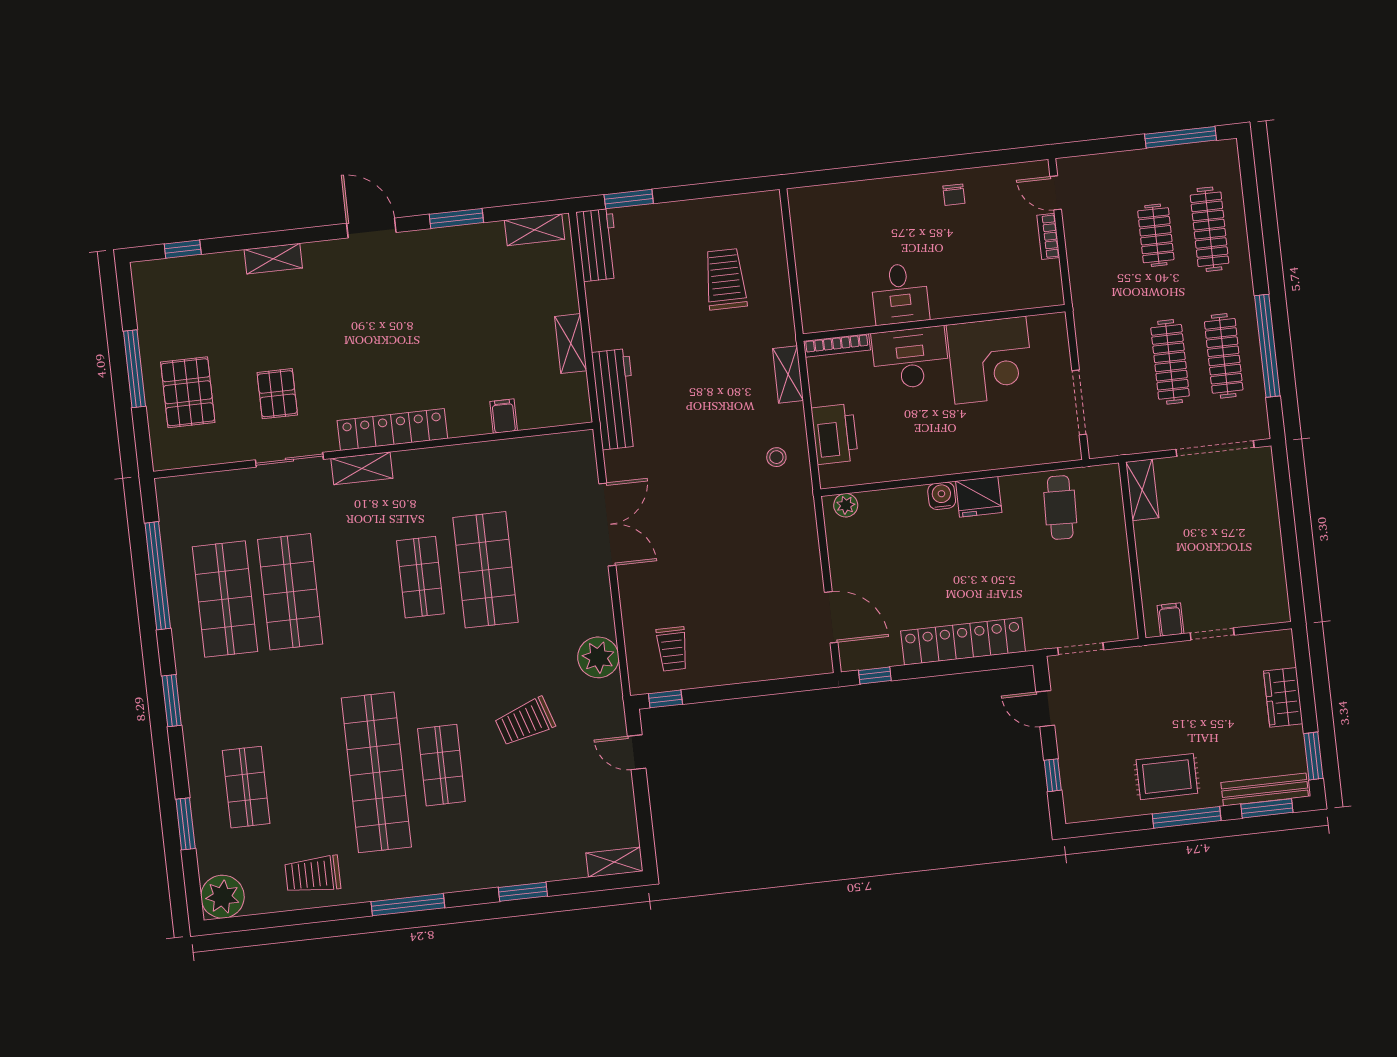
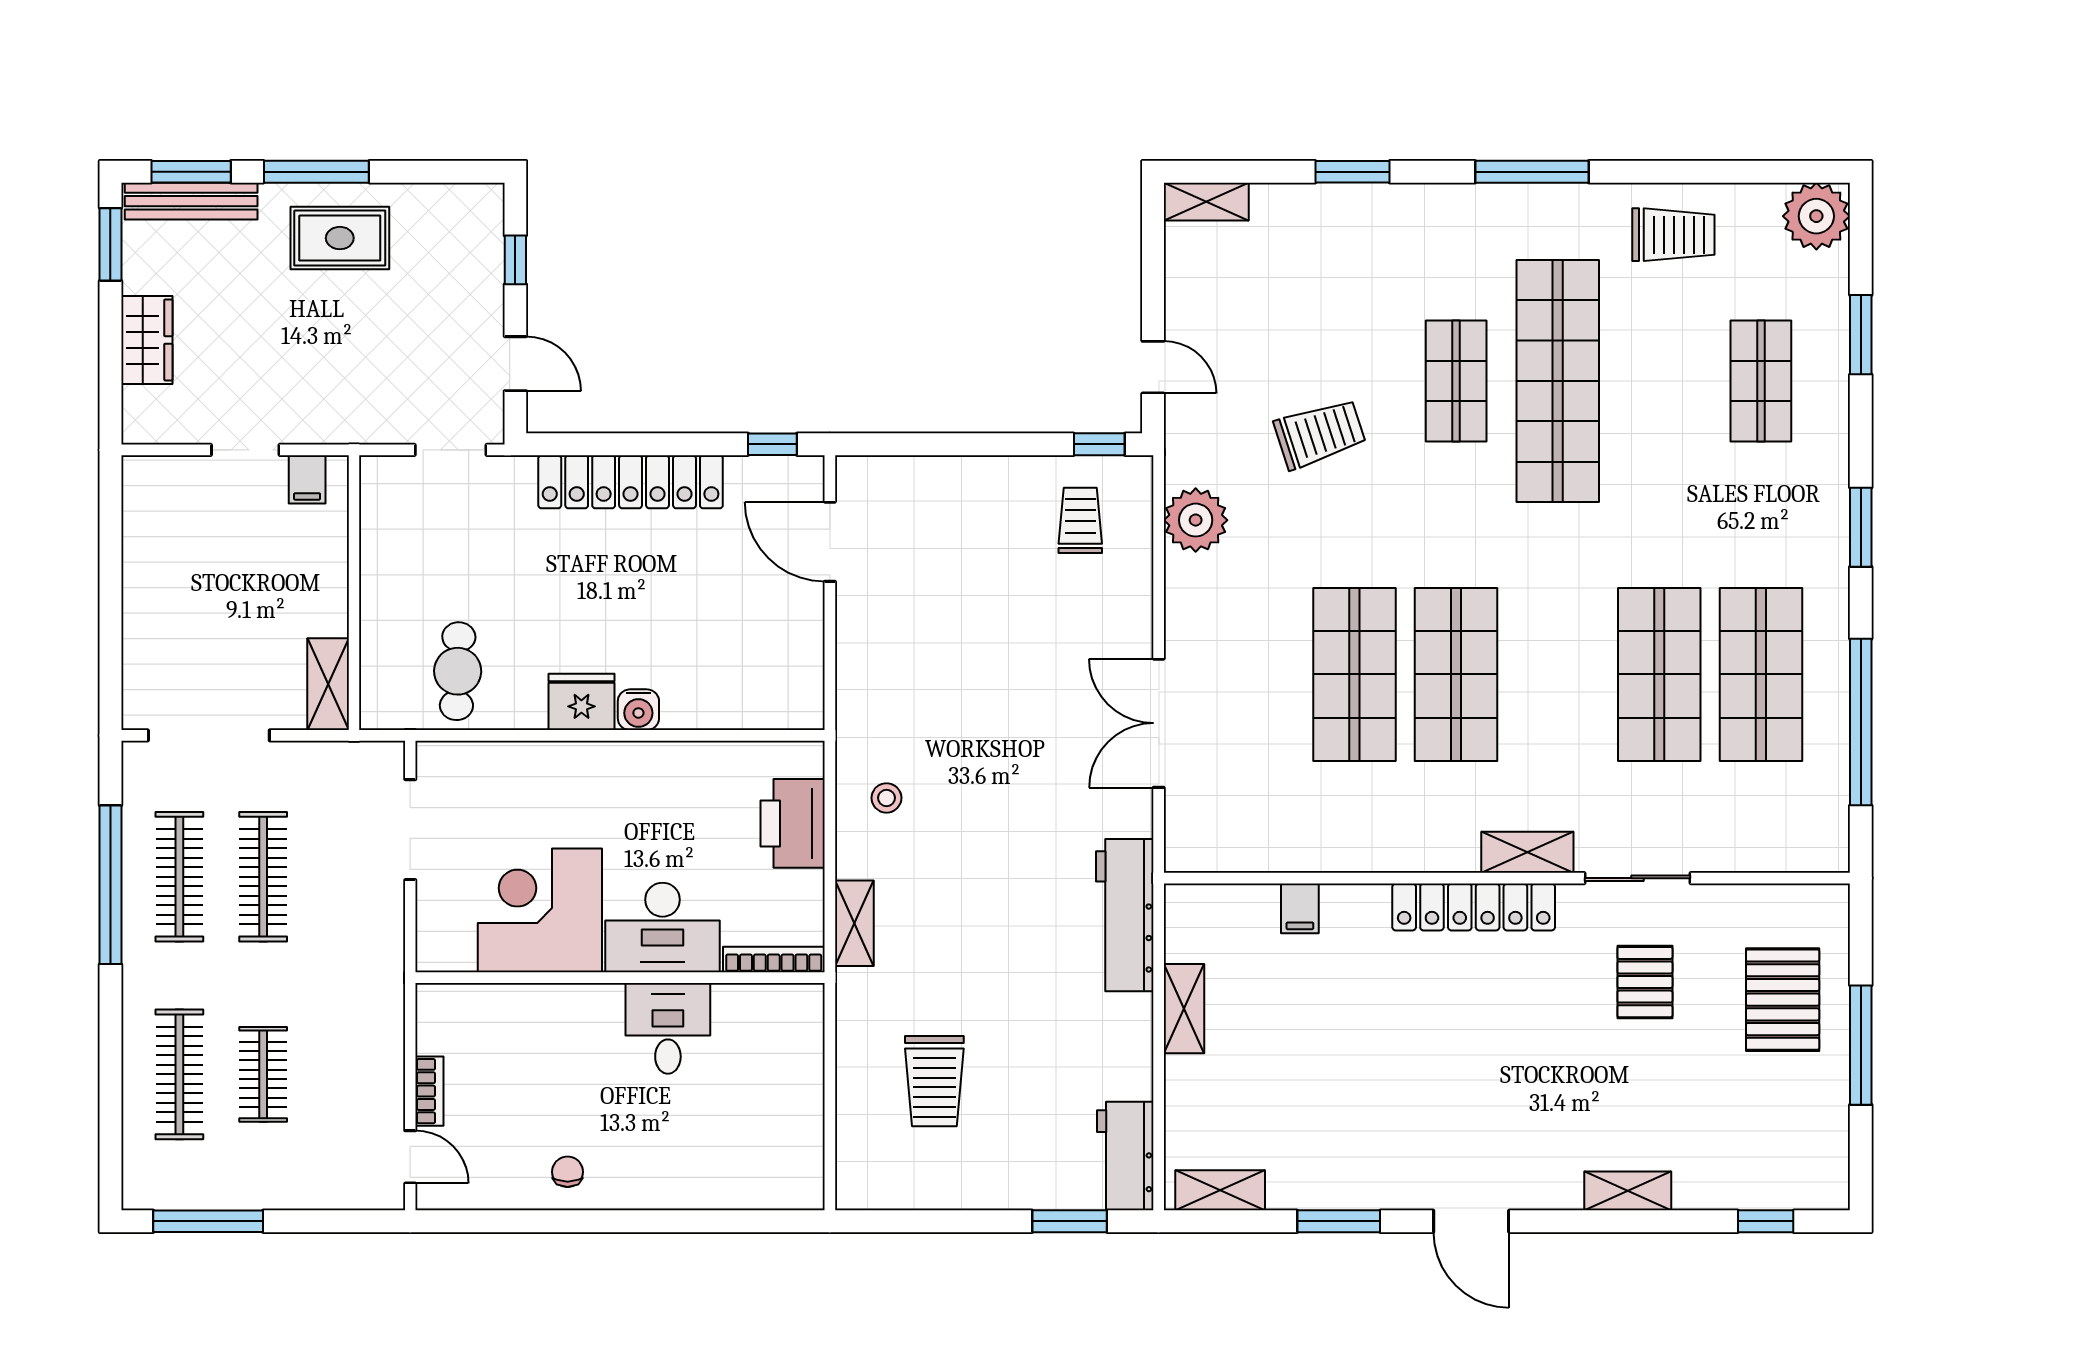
plant: (846, 505) -> (788, 712), removed
shop shelf: (420, 577) -> (1456, 674), width x1.43, depth x1.36

